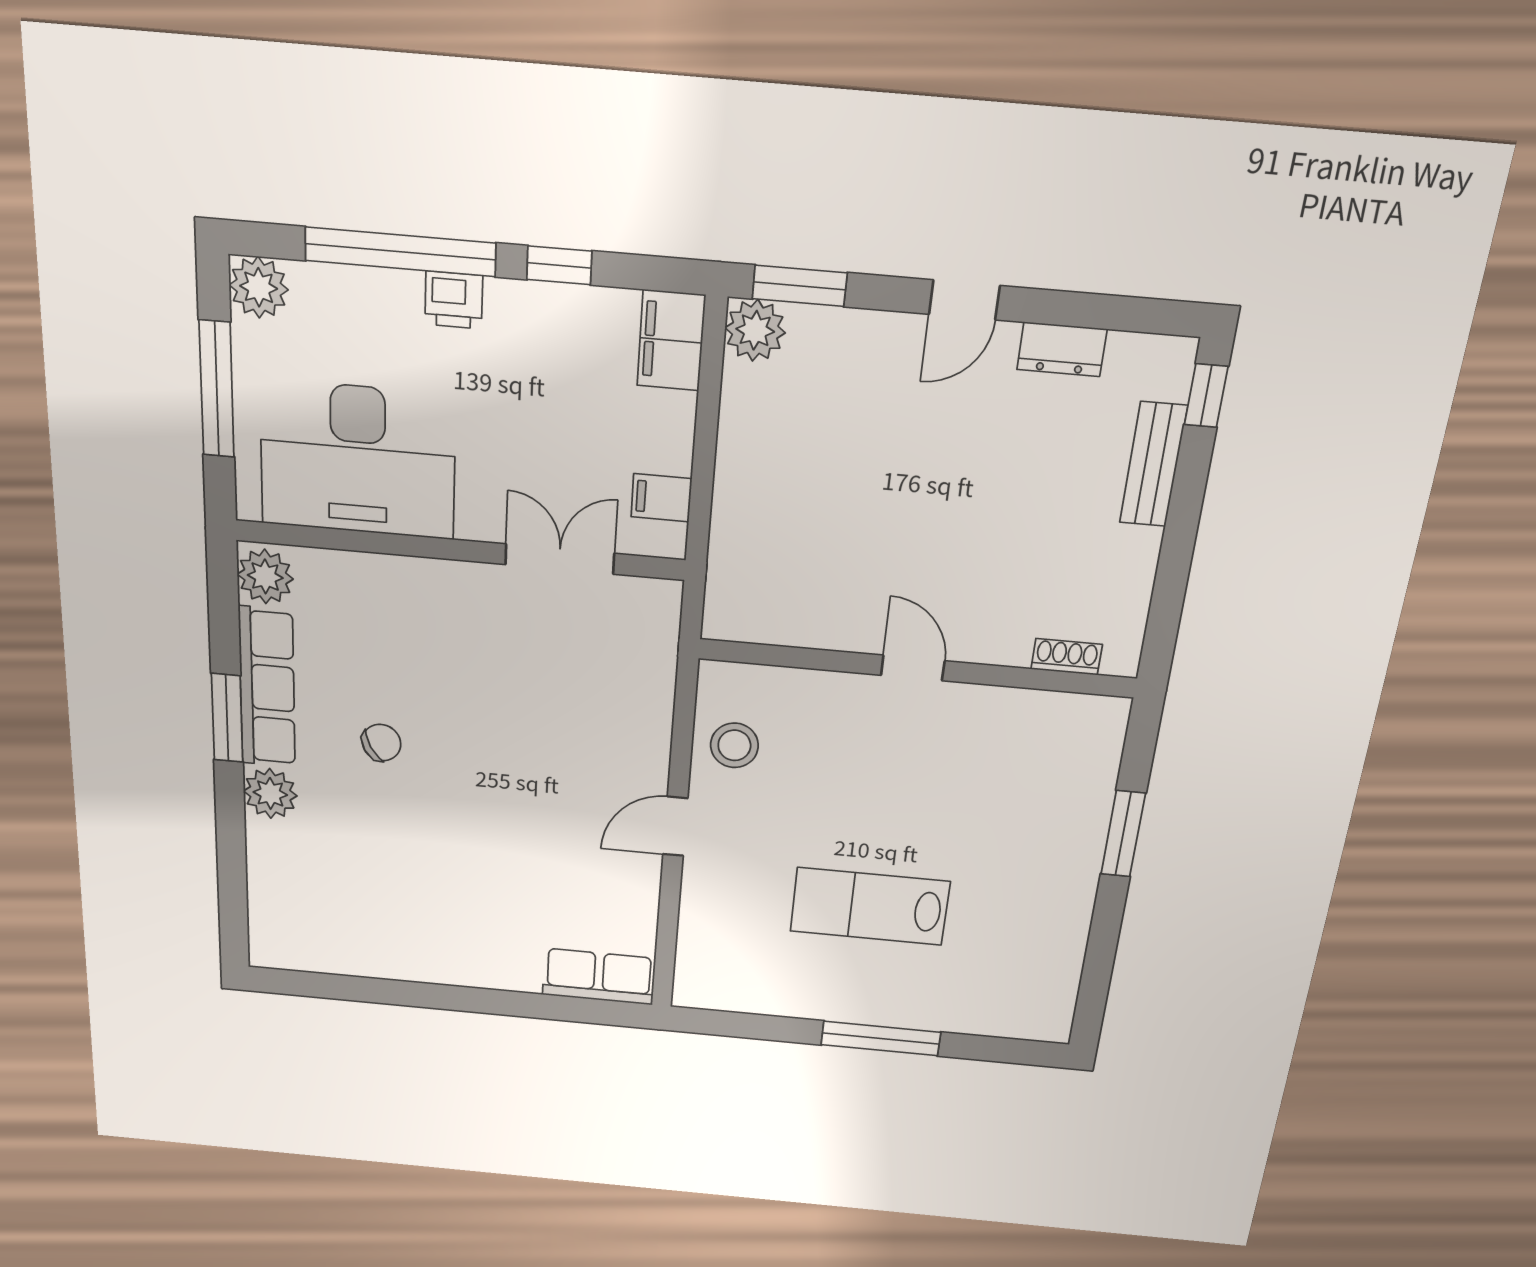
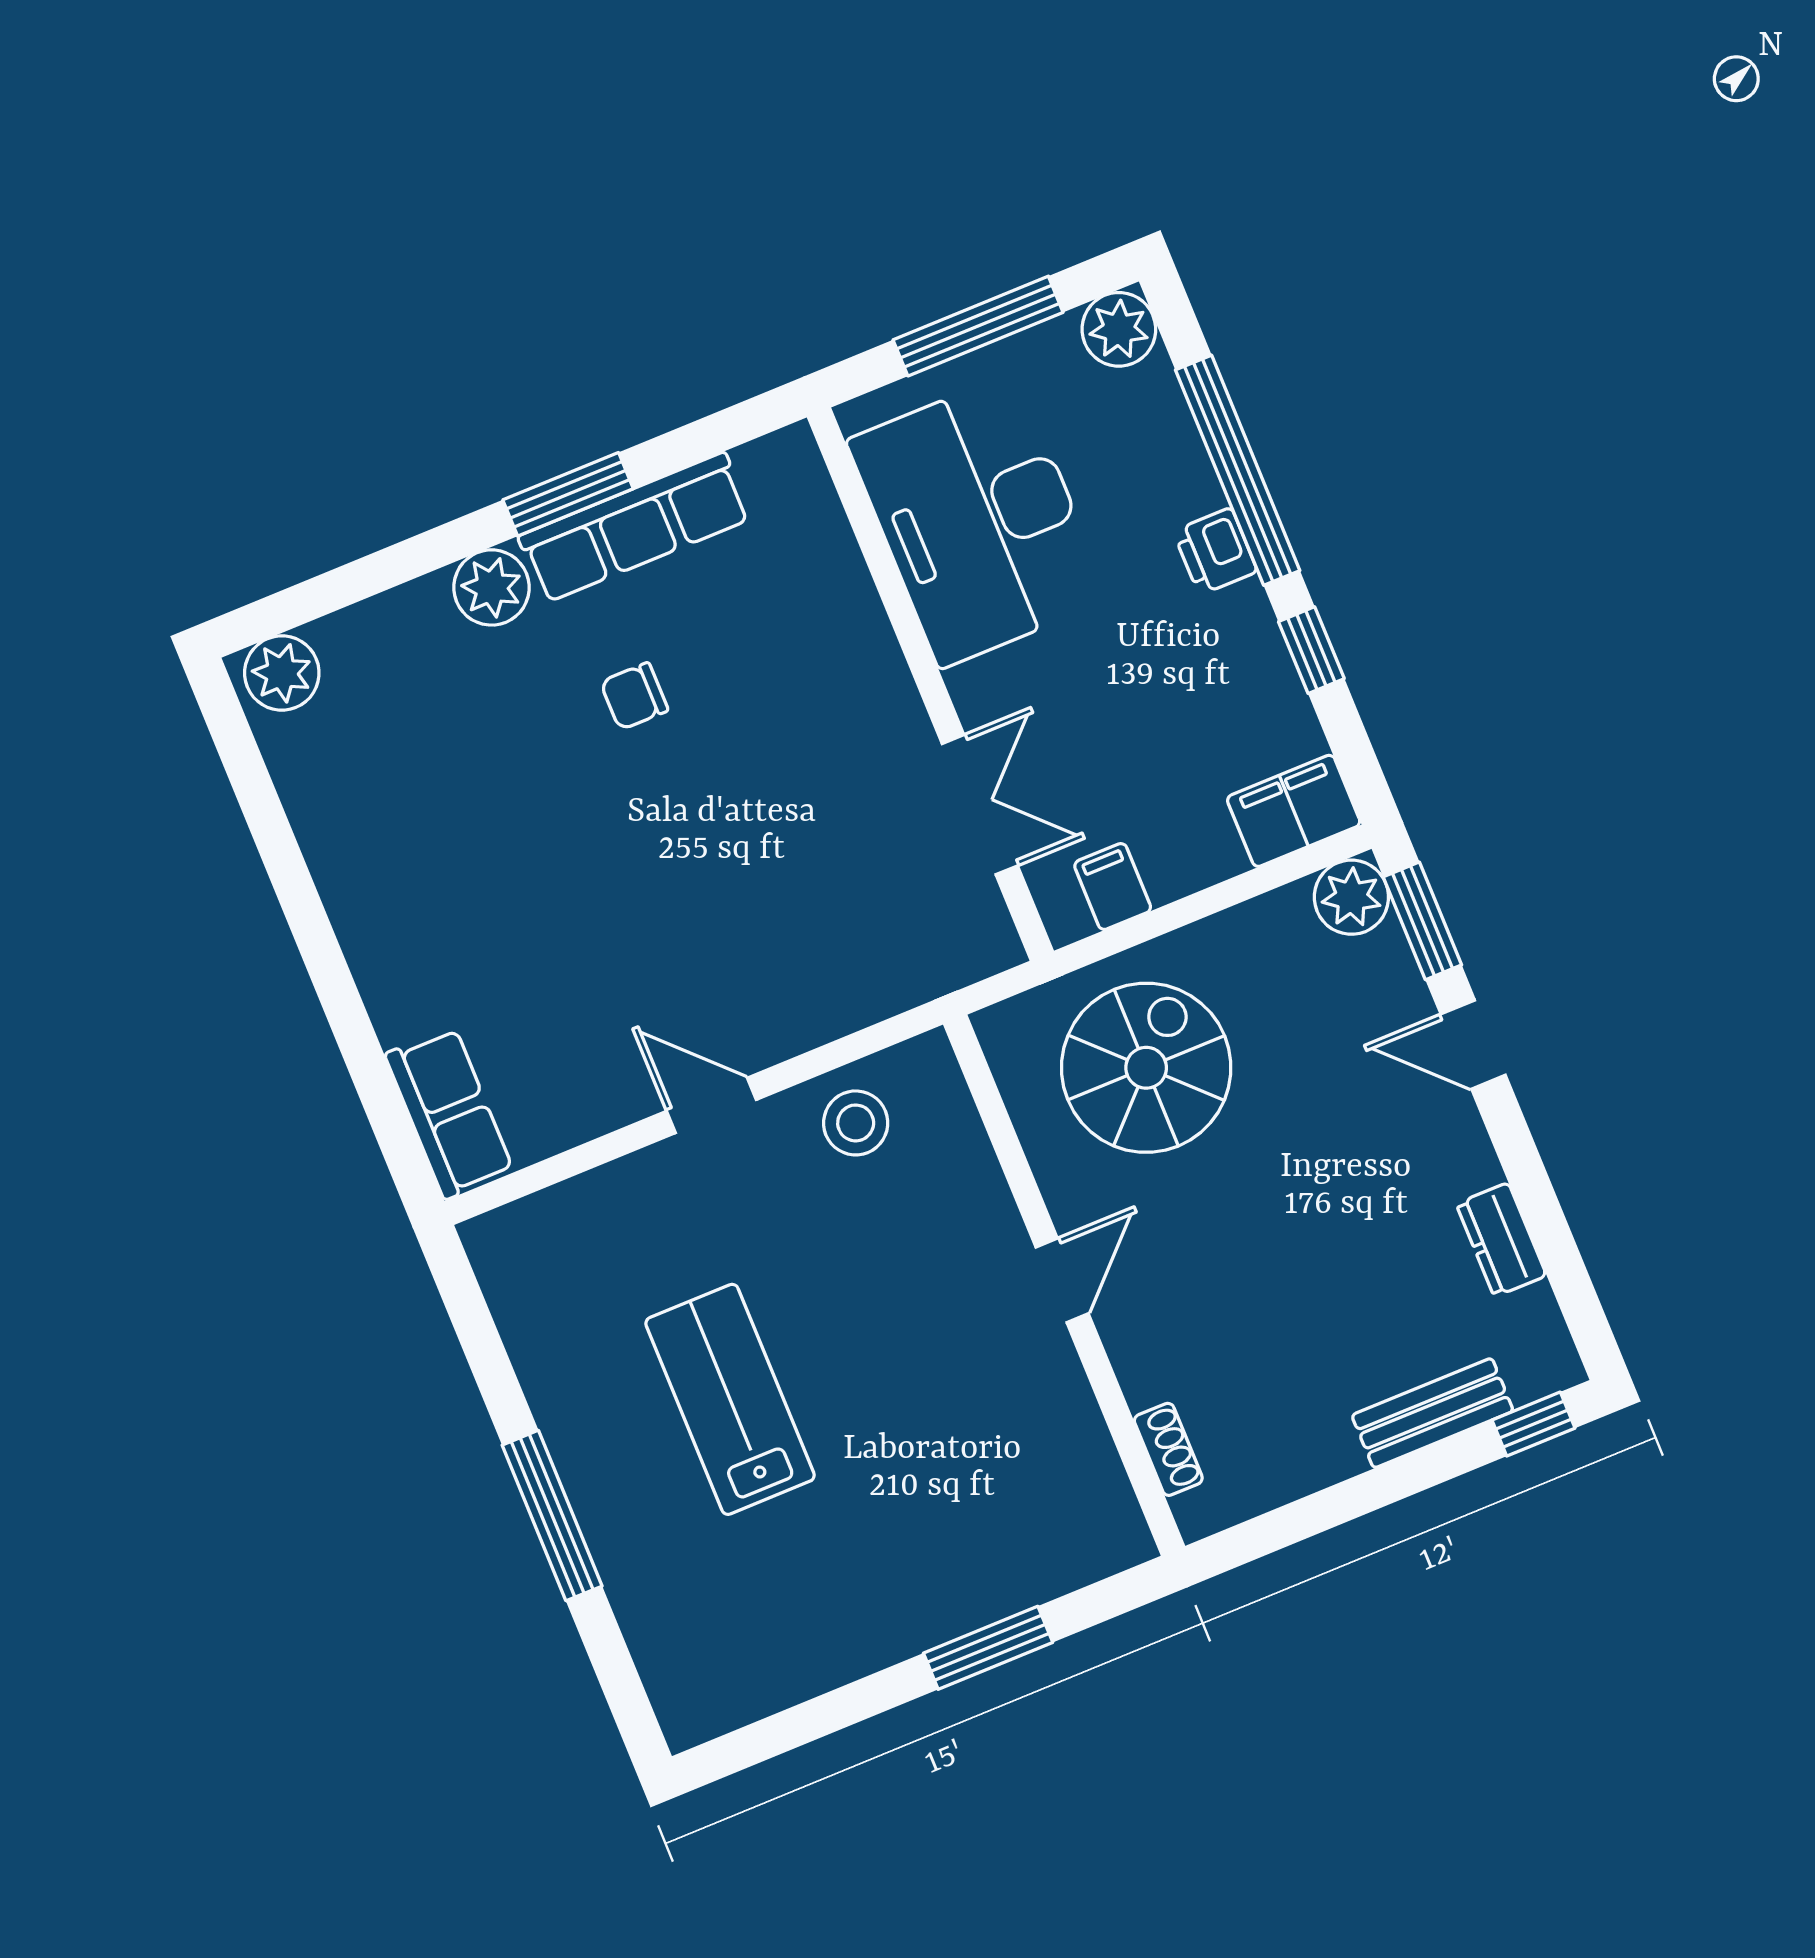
door: (964, 300) -> (1473, 1045), moved
spiral stairs: (800, 539) -> (1146, 1068), added
plant: (265, 577) -> (282, 673), moved
chair: (381, 743) -> (634, 696), turned 119

